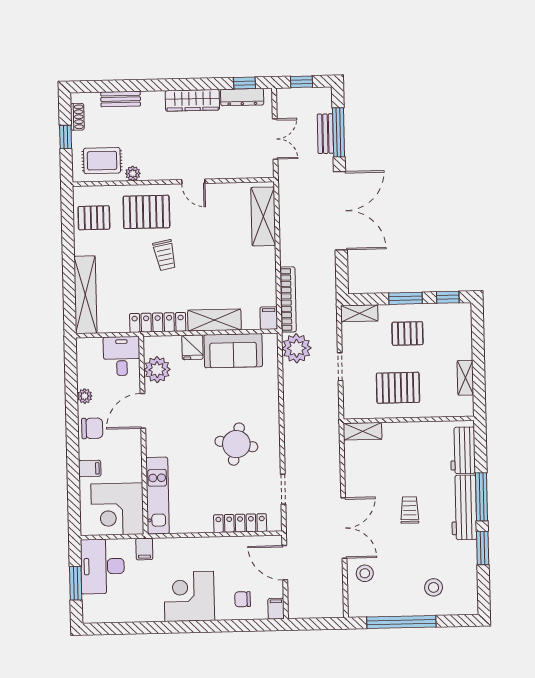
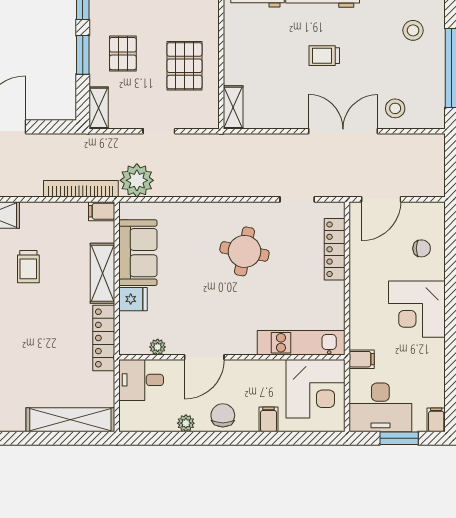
trolley: (165, 255) -> (28, 267), moved, turned 101
plant: (157, 370) -> (158, 347), width x0.53, depth x0.53
door: (143, 411) -> (204, 357), hinge flipped
chair: (243, 599) -> (422, 248), turned -90
filing cabinet: (276, 609) -> (436, 420), moved, turned 90

